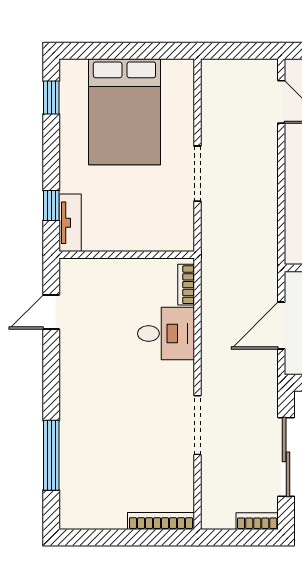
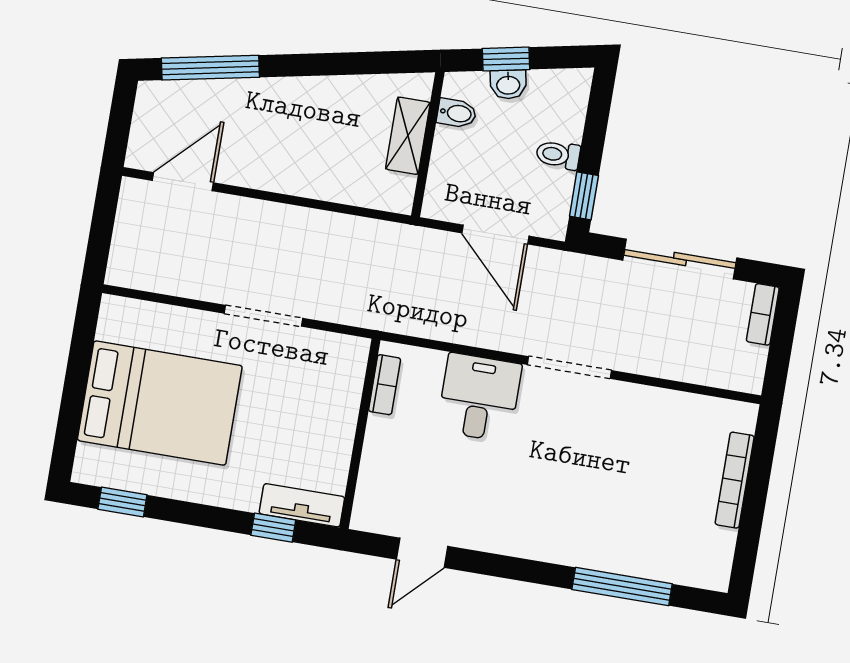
bookcase: (186, 285) -> (385, 385), moved, turned -90
door: (51, 312) -> (422, 553), hinge flipped
doorway: (197, 425) -> (569, 367), moved
bookcase: (161, 521) -> (735, 480), moved

